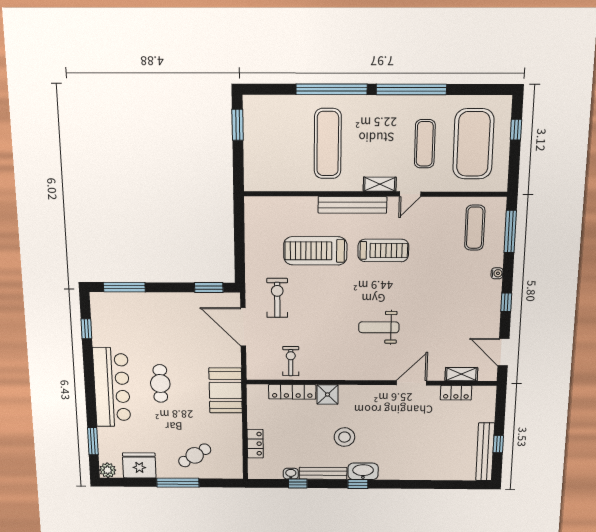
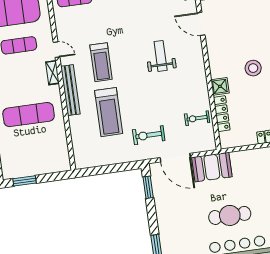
treadmill: (383, 250) -> (101, 62), turned 180
door: (243, 327) -> (175, 158), hinge flipped
weight bench: (379, 327) -> (161, 56), turned 180
cafe table: (160, 383) -> (230, 215), width x1.37, depth x1.35
booth: (226, 390) -> (212, 167), moved

